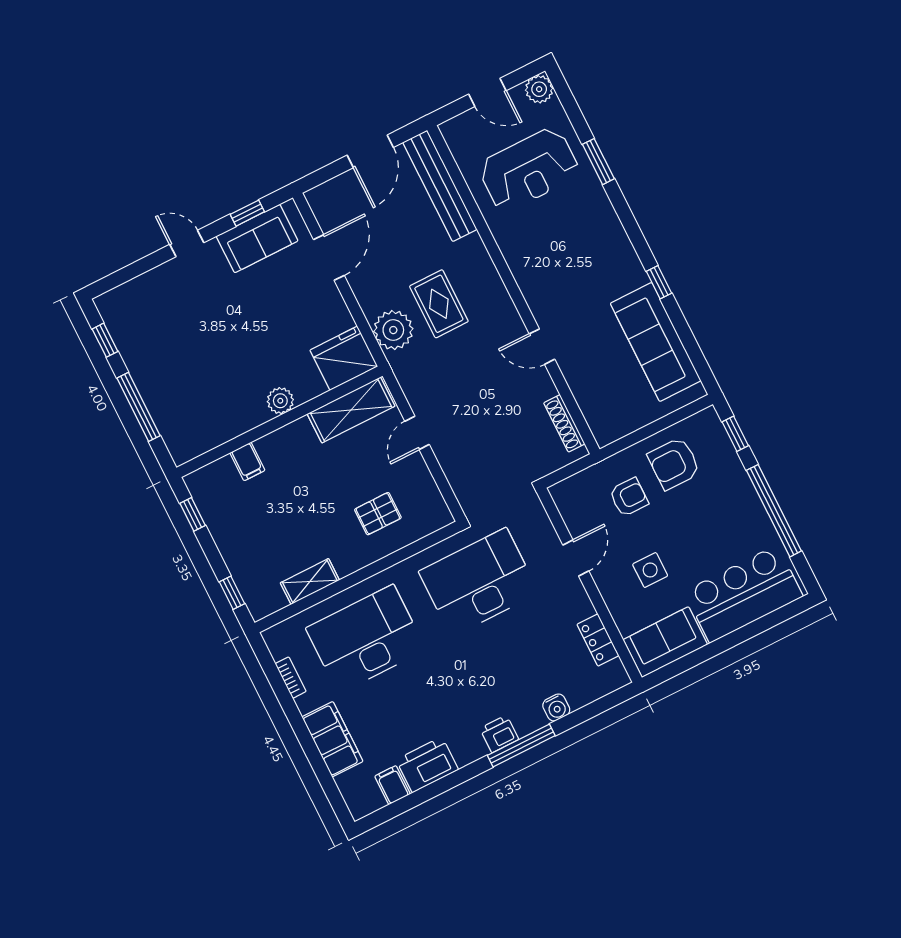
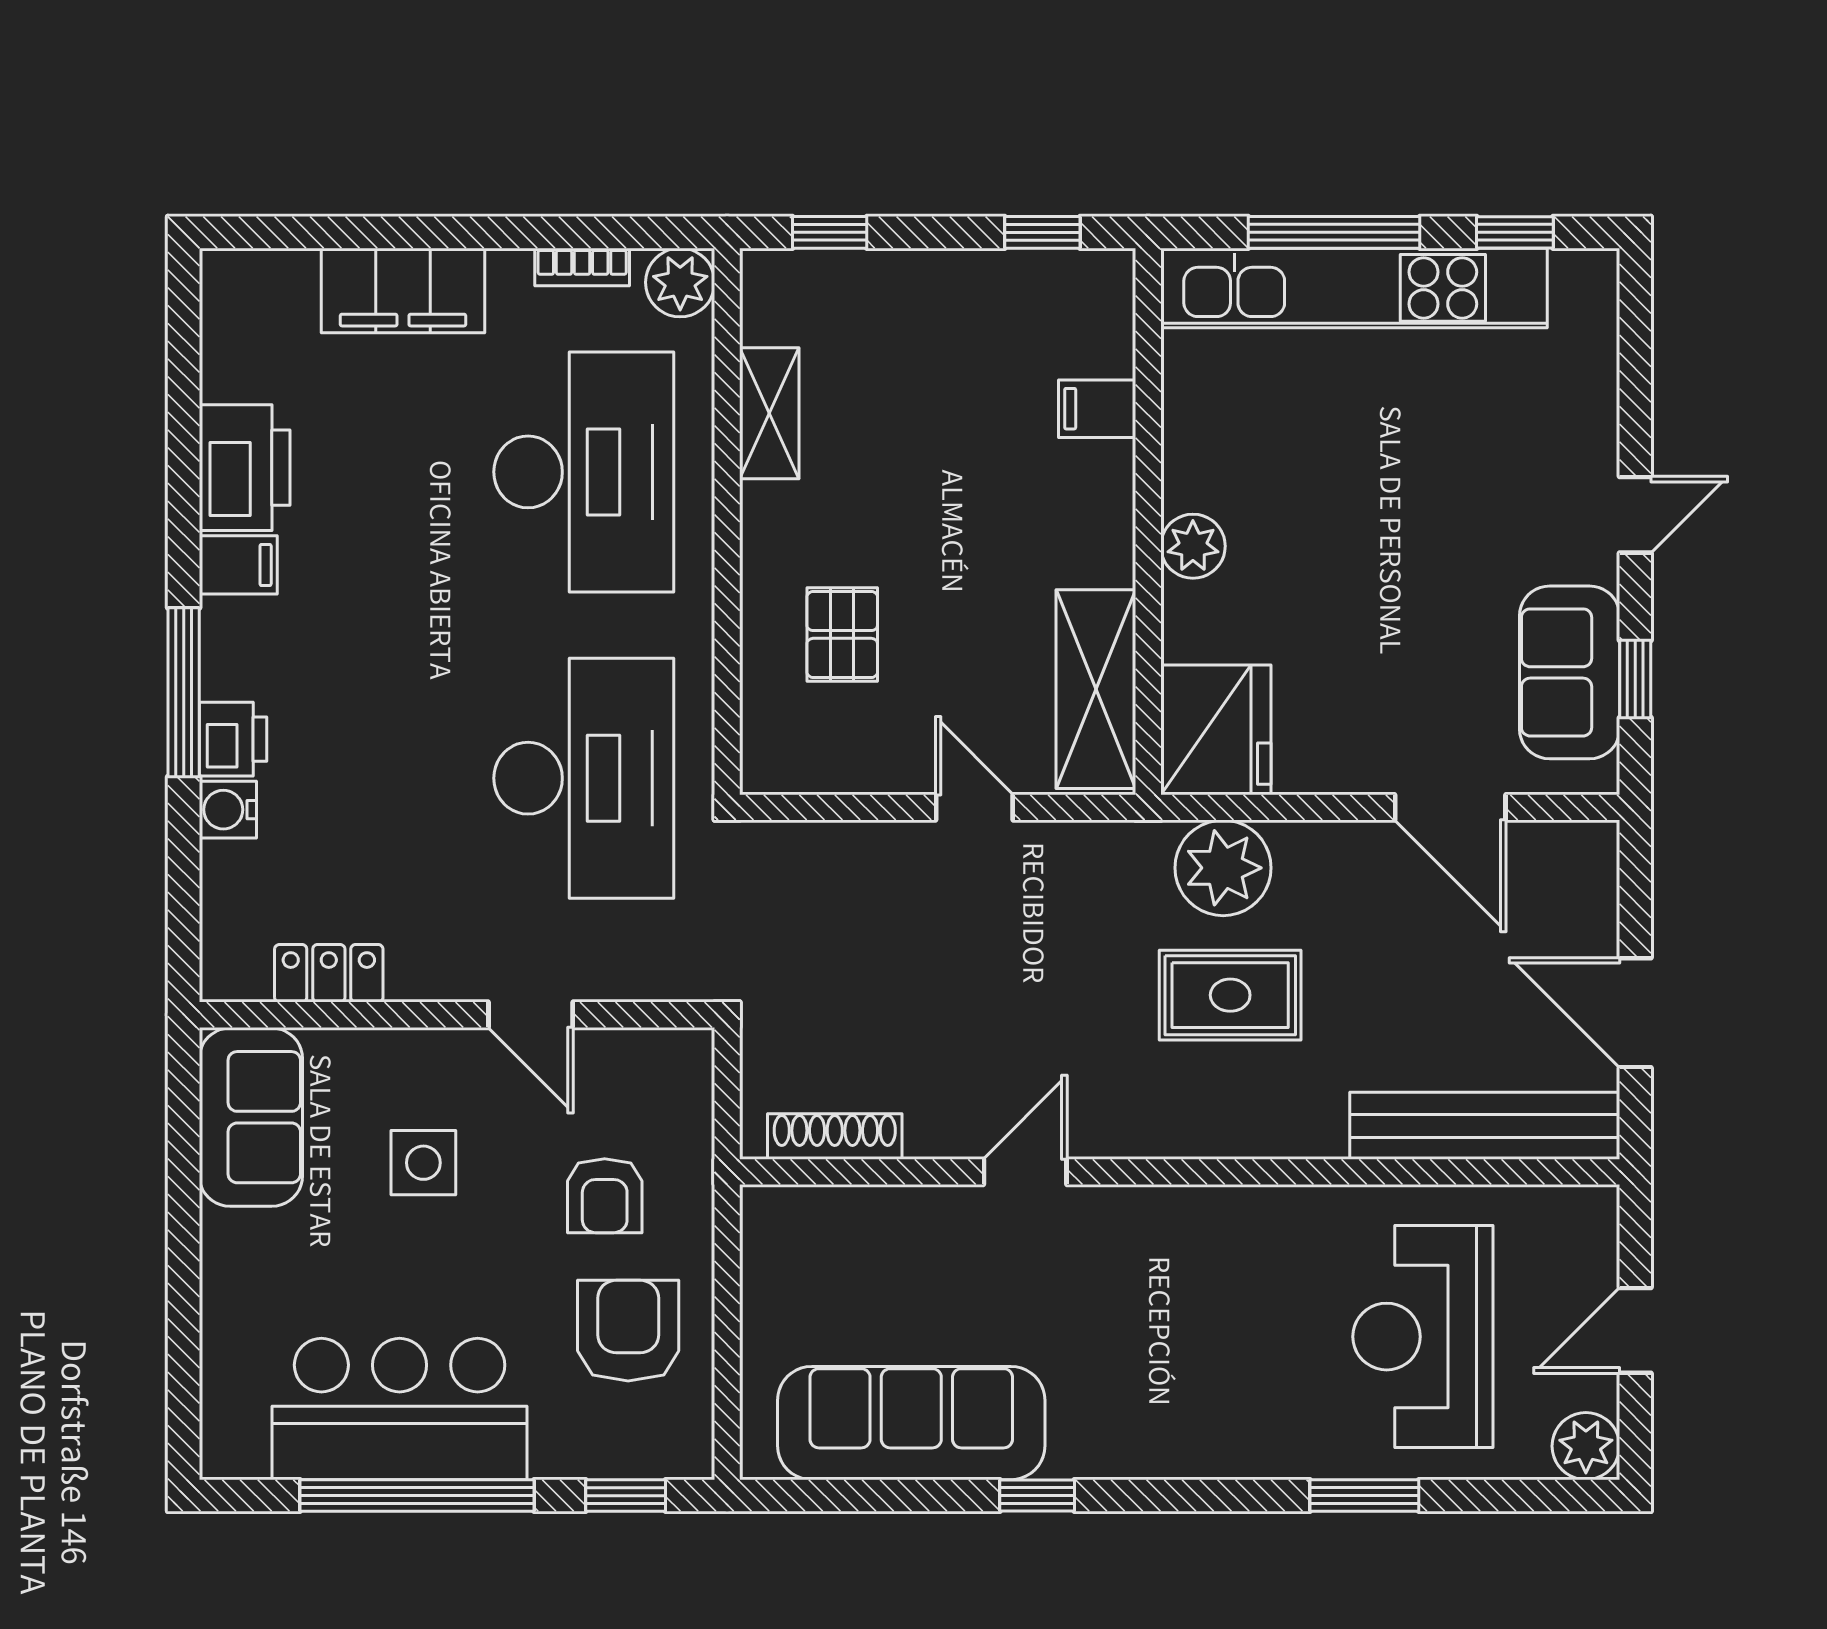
kitchen unit: (155, 389) -> (1354, 288), added
bar counter: (743, 594) -> (400, 1409), moved, turned -90
plant: (278, 639) -> (680, 282), added
printer: (499, 734) -> (233, 739), moved
filing cabinet: (392, 785) -> (238, 565), moved

